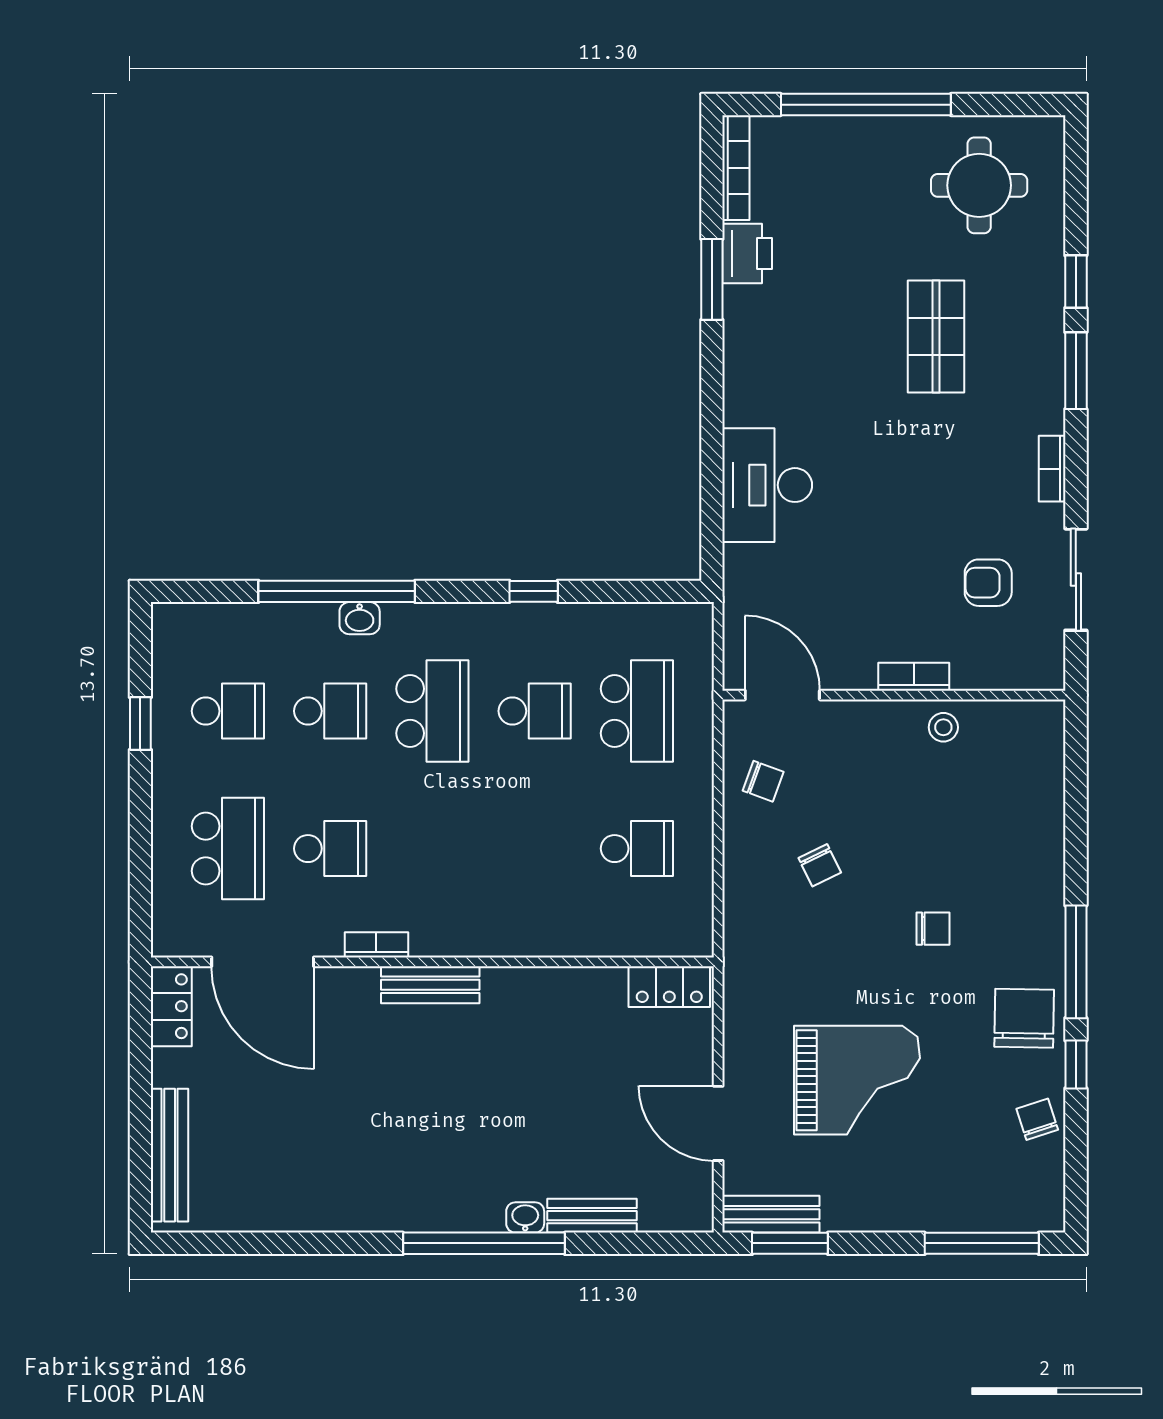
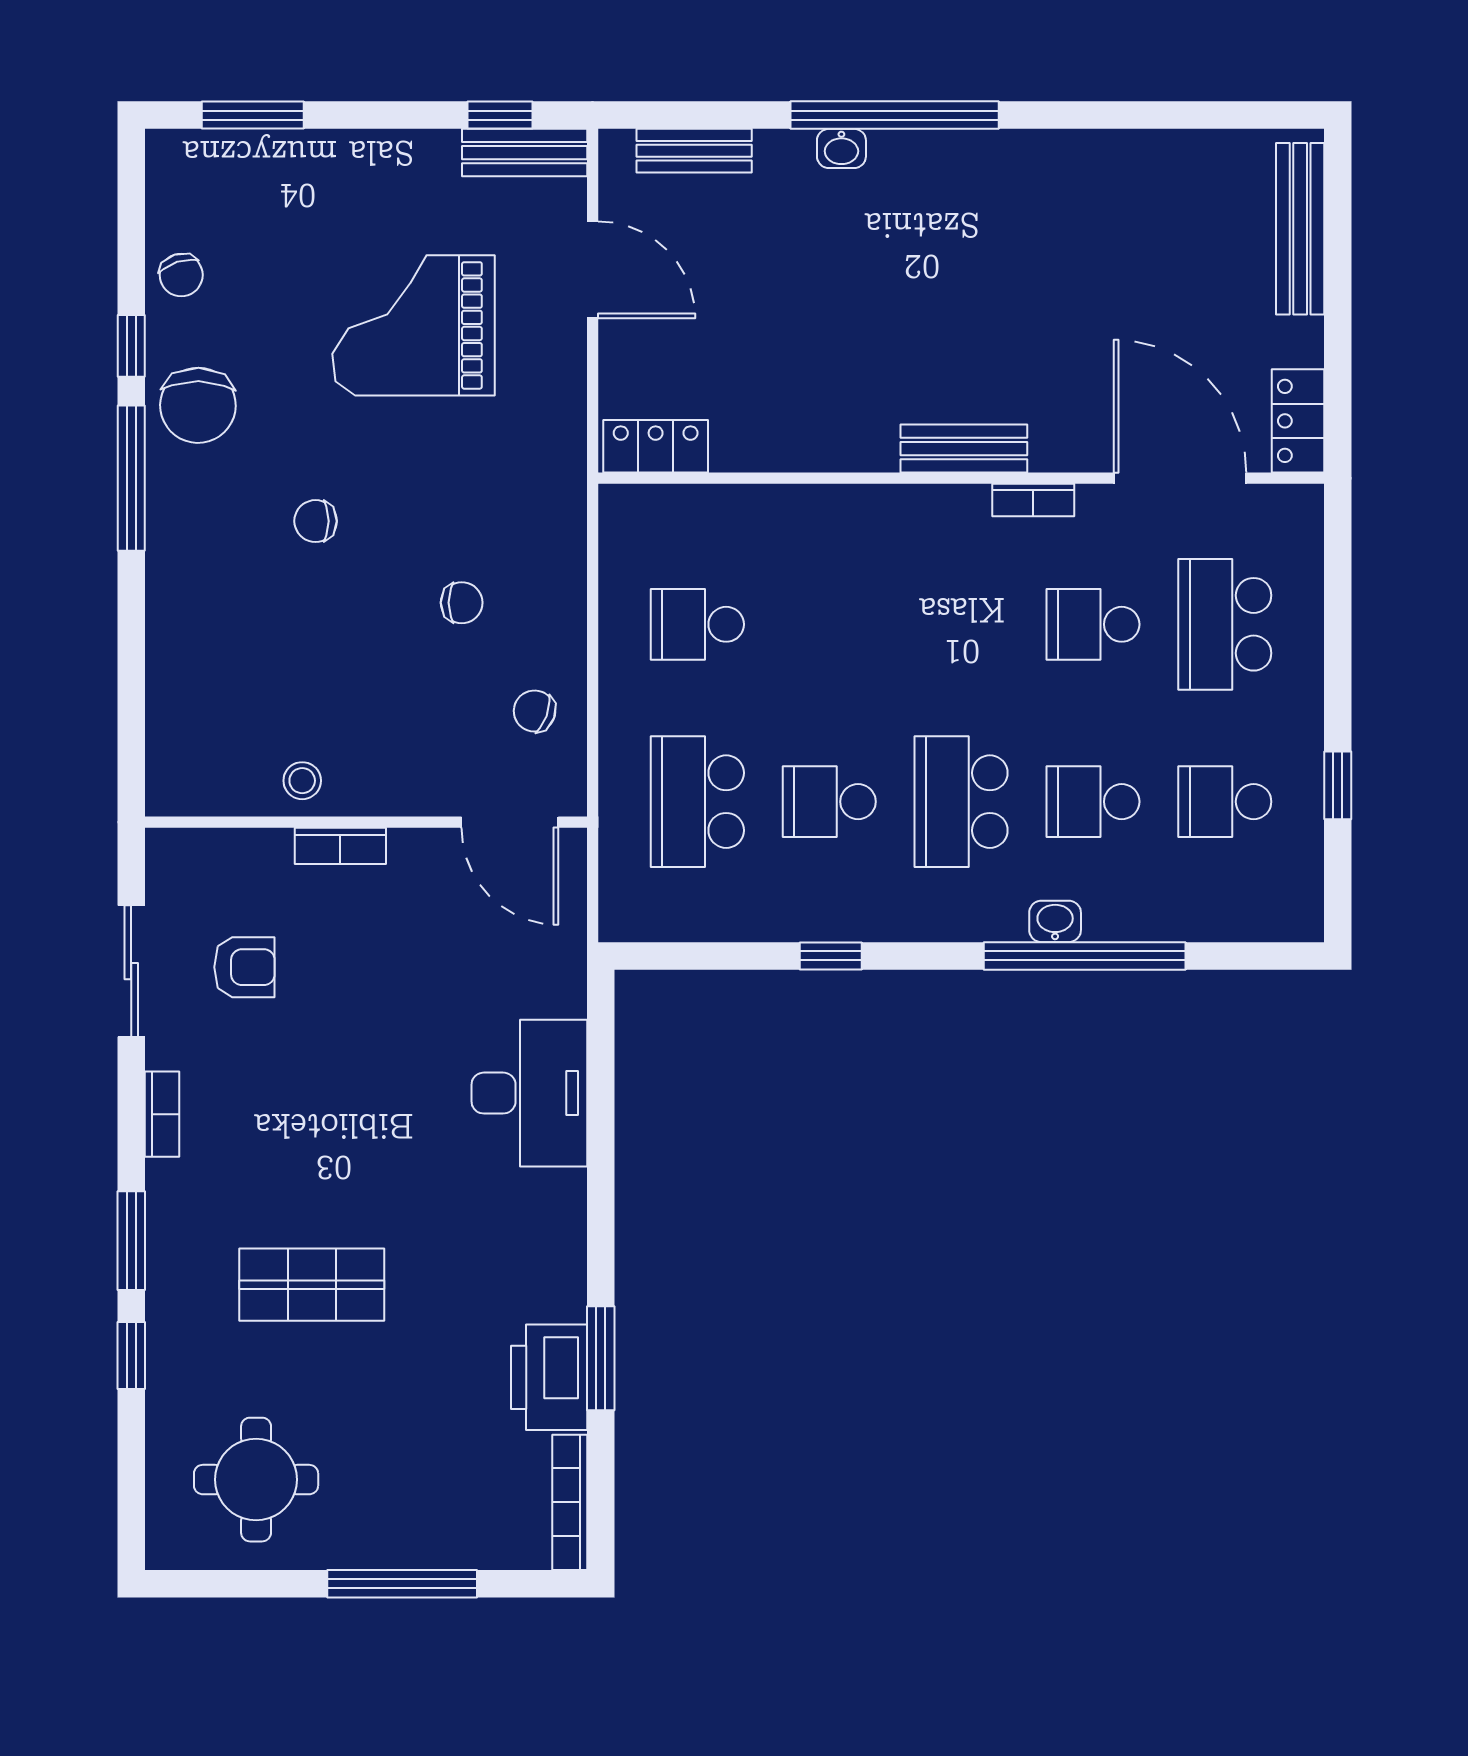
window: (866, 105) -> (402, 1584), width x0.68
printer: (747, 253) -> (549, 1377), width x1.37, depth x1.19
shop shelf: (936, 336) -> (312, 1285), turned 90
chair: (820, 865) -> (462, 603), turned 116
bench: (592, 1216) -> (694, 151), moved
window: (790, 1243) -> (500, 115), width x0.67
window: (982, 1243) -> (253, 115), width x0.69

